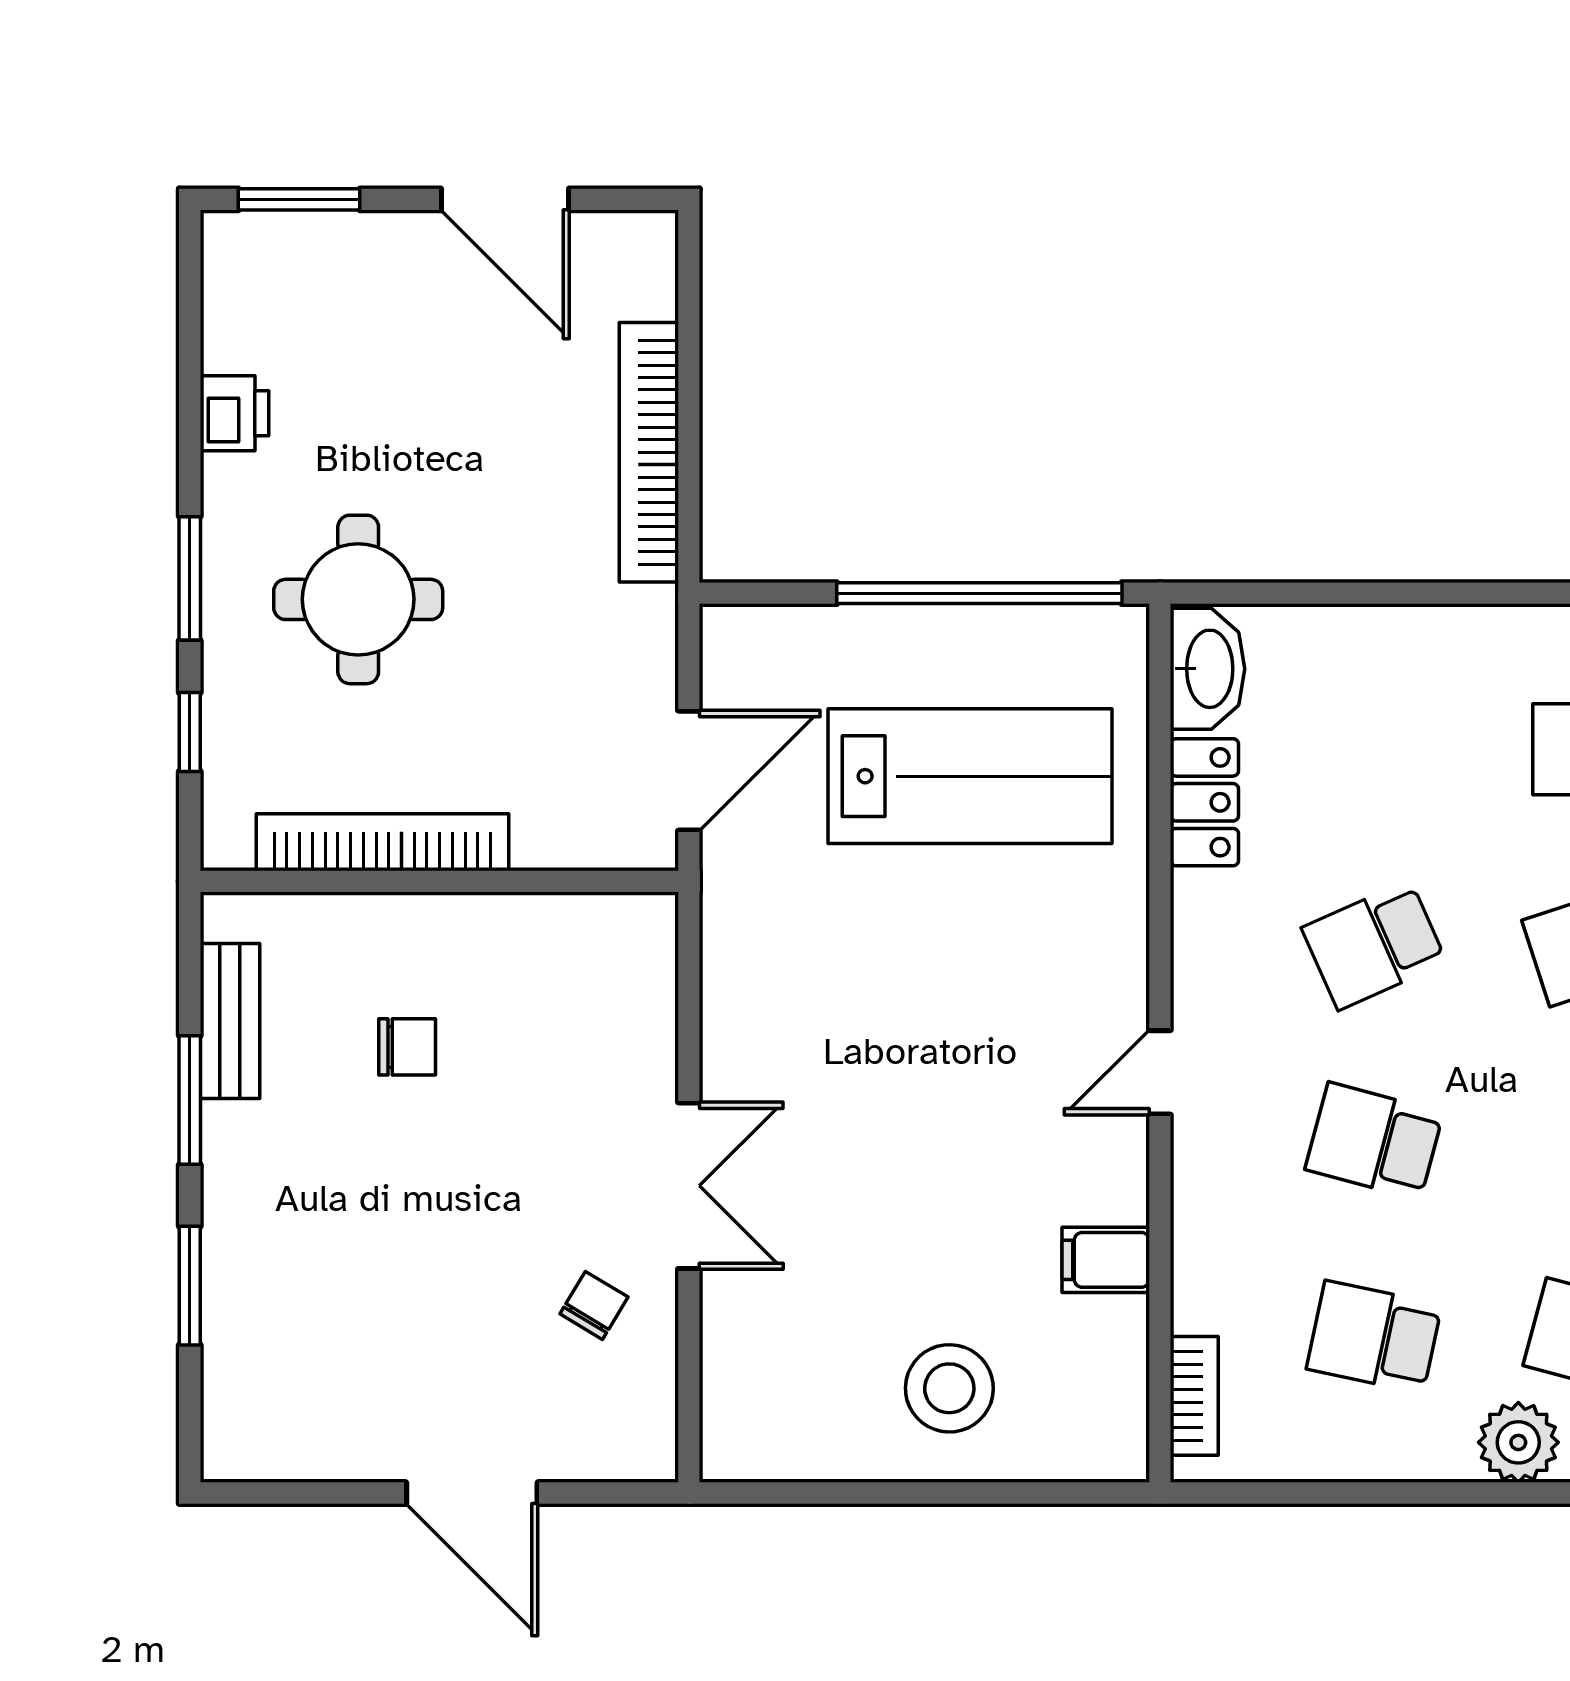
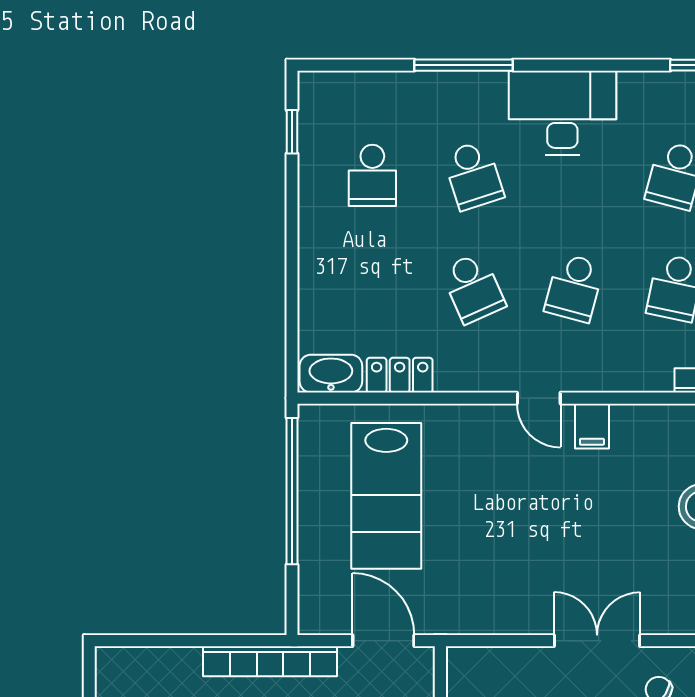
bookcase: (649, 452) -> (270, 661), moved
lab bench: (970, 776) -> (386, 496), turned 180
filing cabinet: (1106, 1260) -> (592, 426), moved

